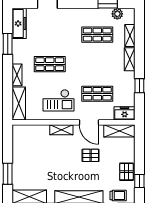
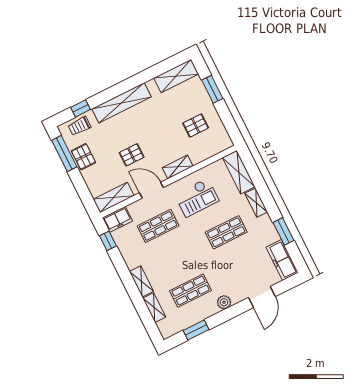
plant: (117, 14) -> (224, 302), moved
window: (139, 86) -> (108, 241), moved
checkout: (59, 100) -> (197, 198), turned 180
pallet: (33, 153) -> (196, 126), added
window: (139, 181) -> (64, 154), width x2.17

